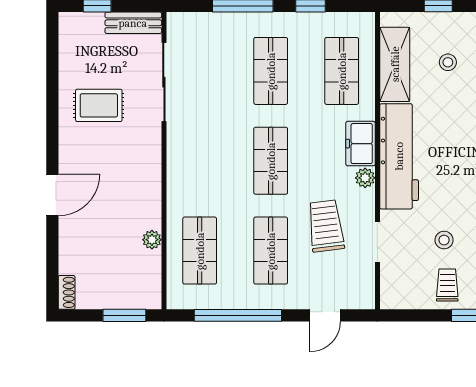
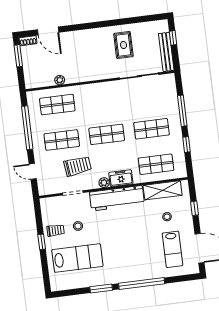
bench: (133, 23) -> (166, 52), width x1.36
door: (52, 195) -> (48, 31), moved
window: (124, 315) -> (18, 56), moved

